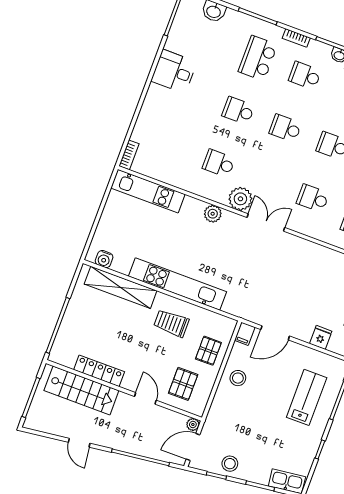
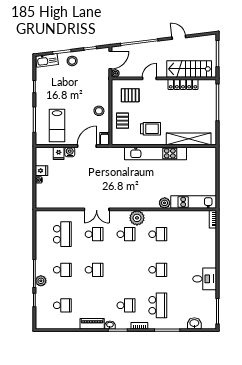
school desk: (285, 128) -> (126, 234), moved
plant: (213, 214) -> (165, 203), moved
double door: (266, 222) -> (97, 209), moved
water cooler: (104, 259) -> (70, 152), moved
pallet: (183, 384) -> (130, 95), turned 90
lab bench: (307, 397) -> (57, 126), moved
door: (145, 398) -> (149, 78), swing flipped
stool: (230, 464) -> (72, 61), moved

